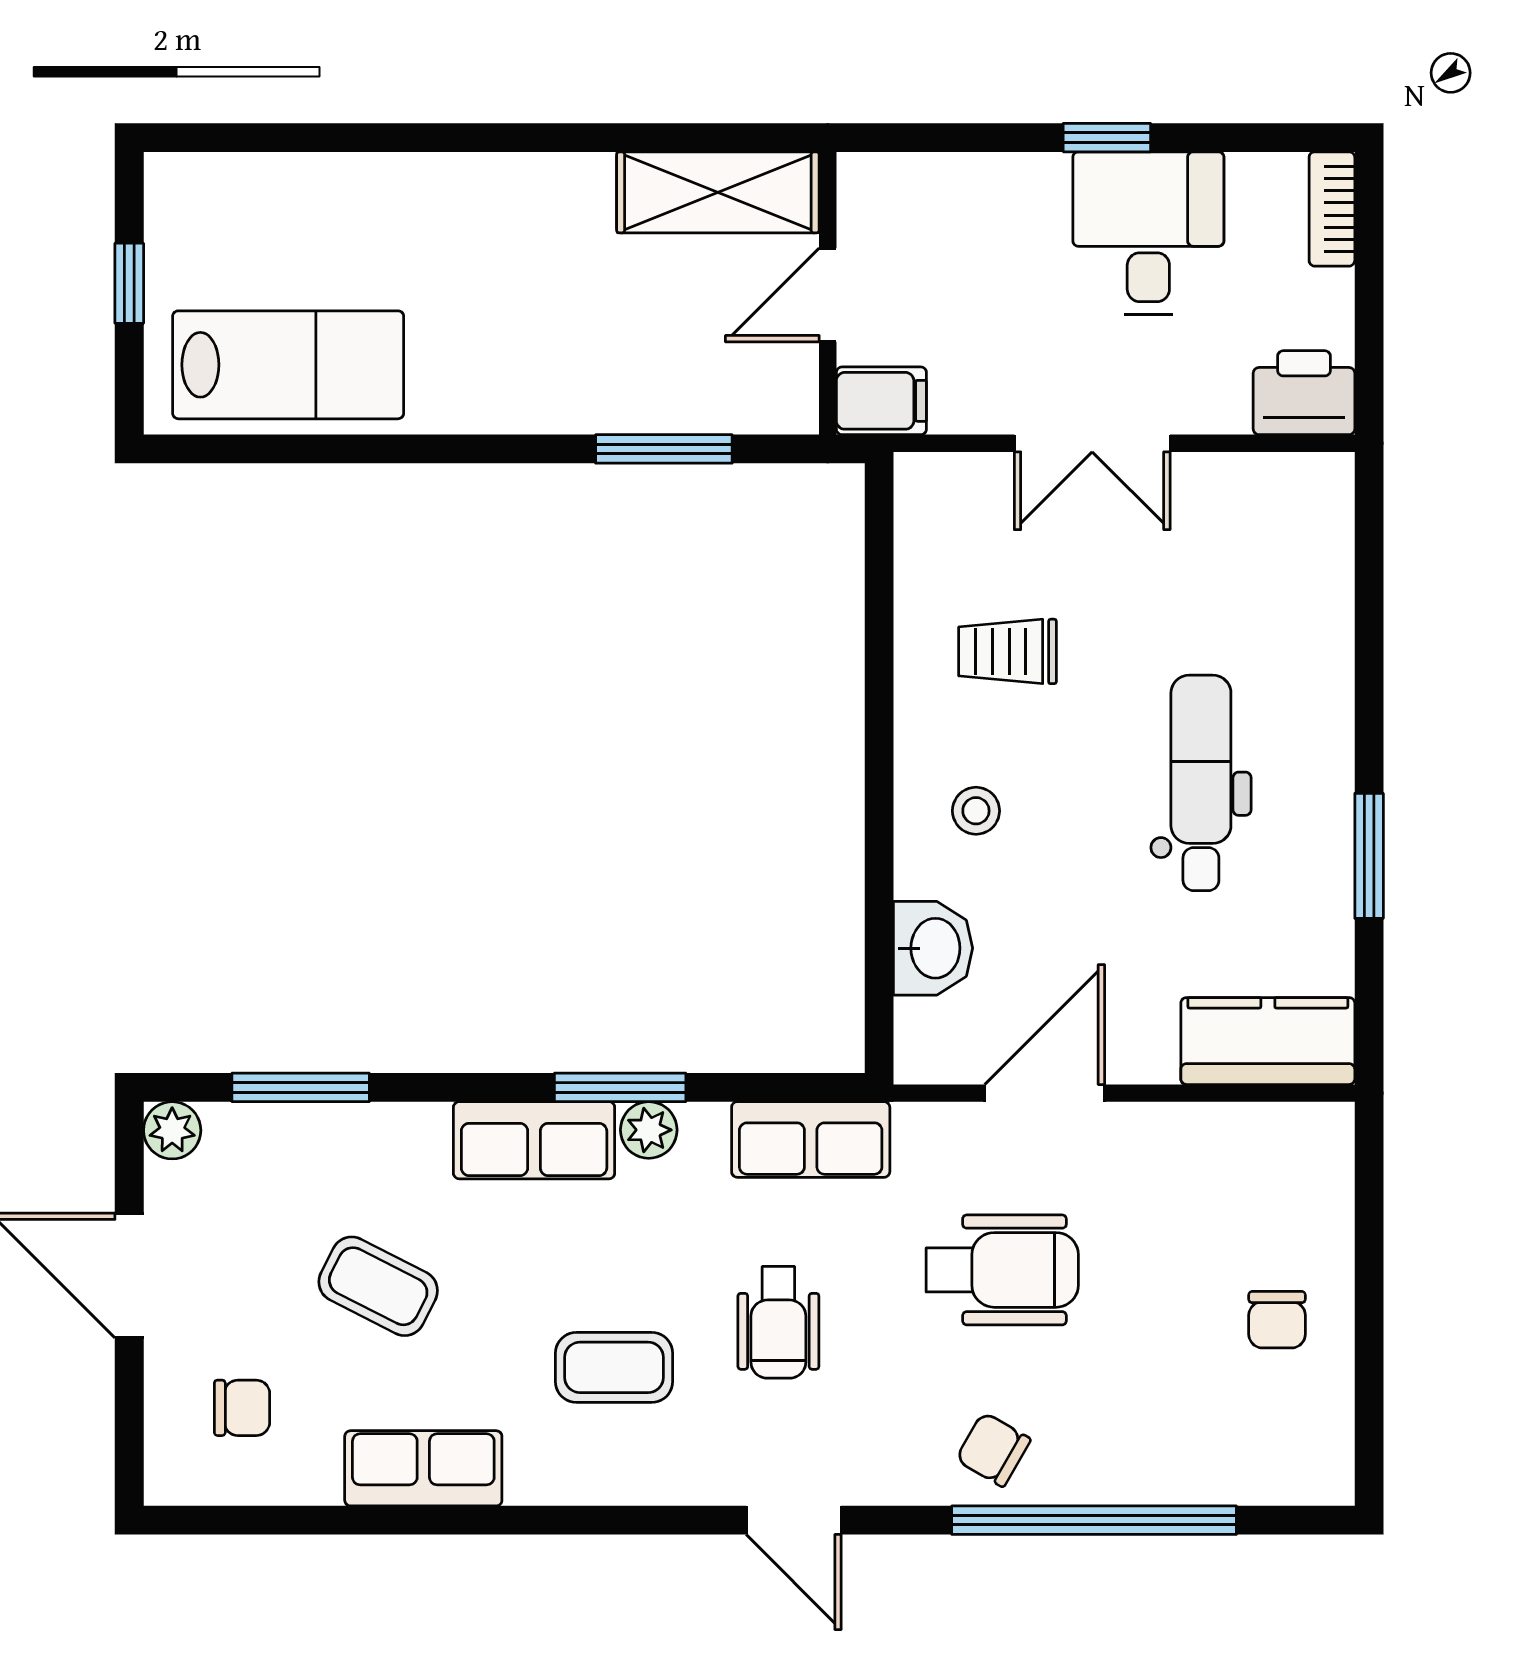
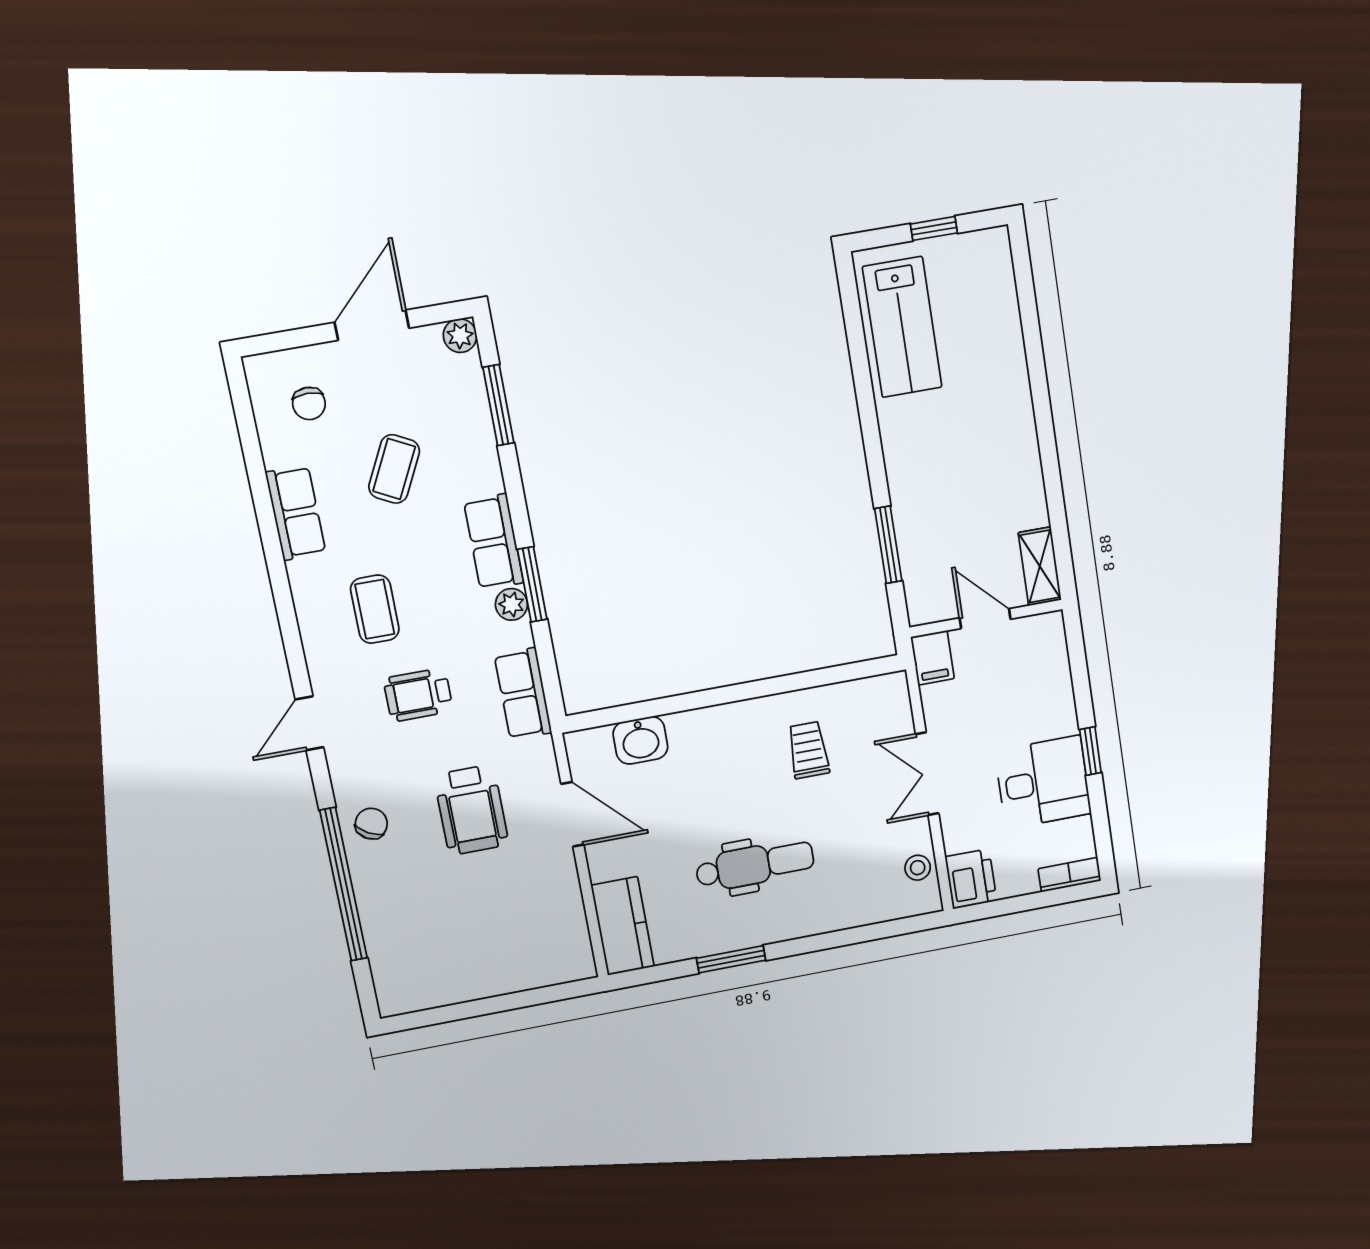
shelving: (718, 192) -> (1040, 566), width x0.67, depth x0.75
stool: (976, 811) -> (918, 868), moved
chair: (1277, 1320) -> (473, 959), removed

